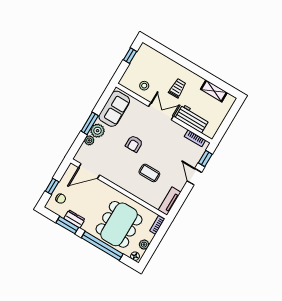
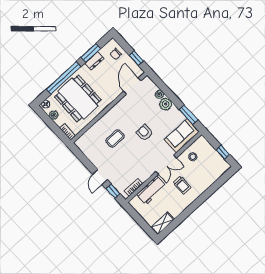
shelving: (214, 91) -> (163, 223), moved
sofa: (114, 109) -> (182, 136), moved, turned 90
window: (90, 123) -> (188, 115), moved
door: (194, 177) -> (100, 177), swing flipped
window: (52, 186) -> (136, 58), moved
tv unit: (170, 201) -> (85, 149), removed

